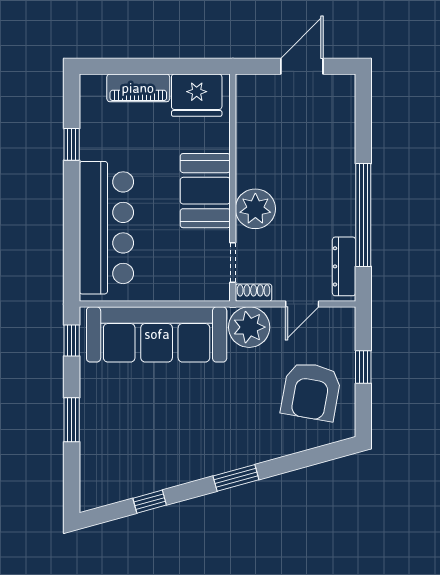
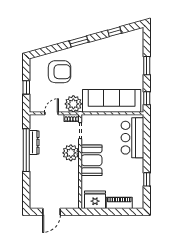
bar counter: (106, 228) -> (132, 138), width x0.73
dresser: (344, 266) -> (34, 142), moved
armchair: (311, 391) -> (60, 72), moved, turned 80

